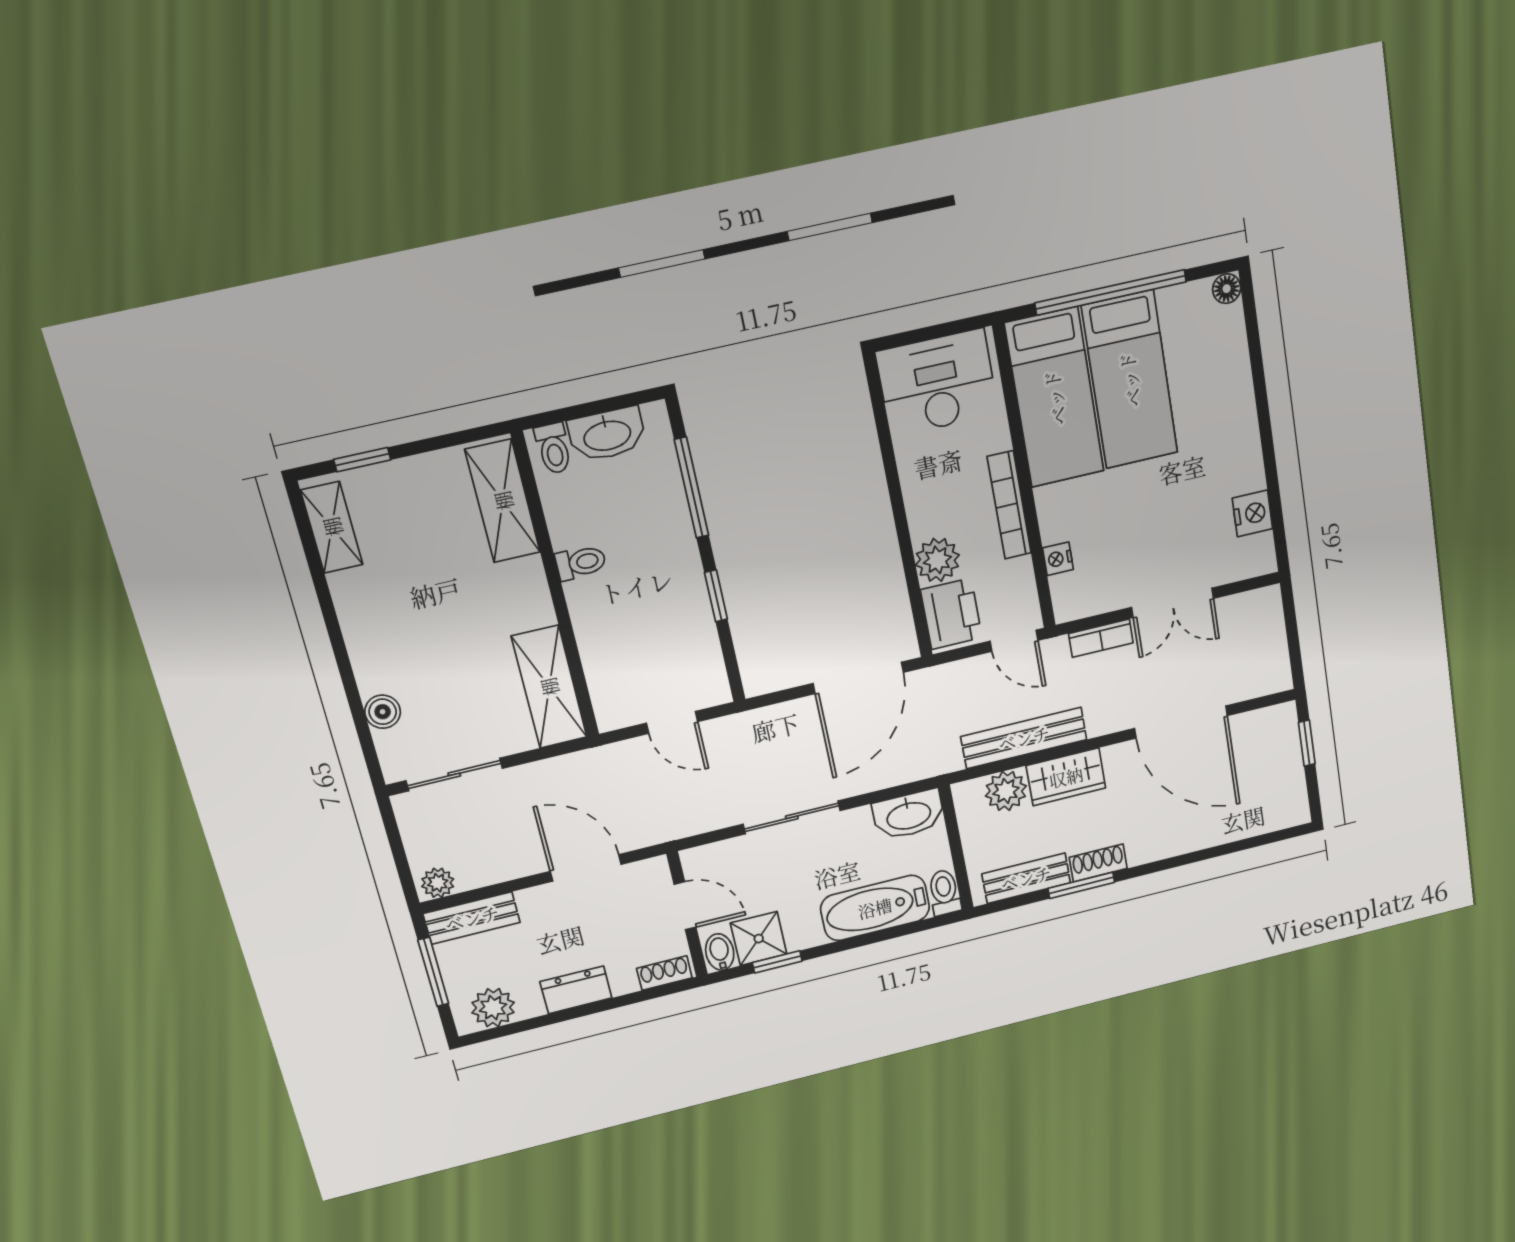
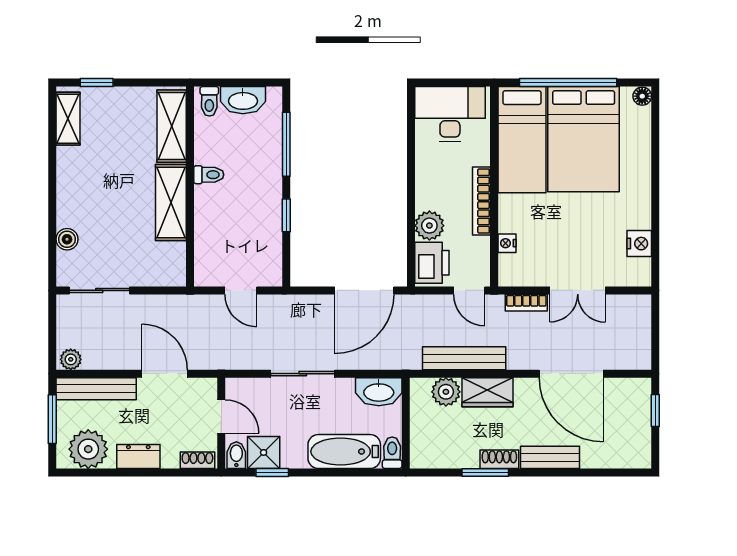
bed: (1130, 380) -> (584, 139), width x1.50
shelving: (549, 687) -> (171, 203), moved
bench: (1026, 878) -> (550, 457), moved
bench: (472, 918) -> (96, 389), width x1.36
plant: (493, 1008) -> (88, 449), width x1.36, depth x1.36

